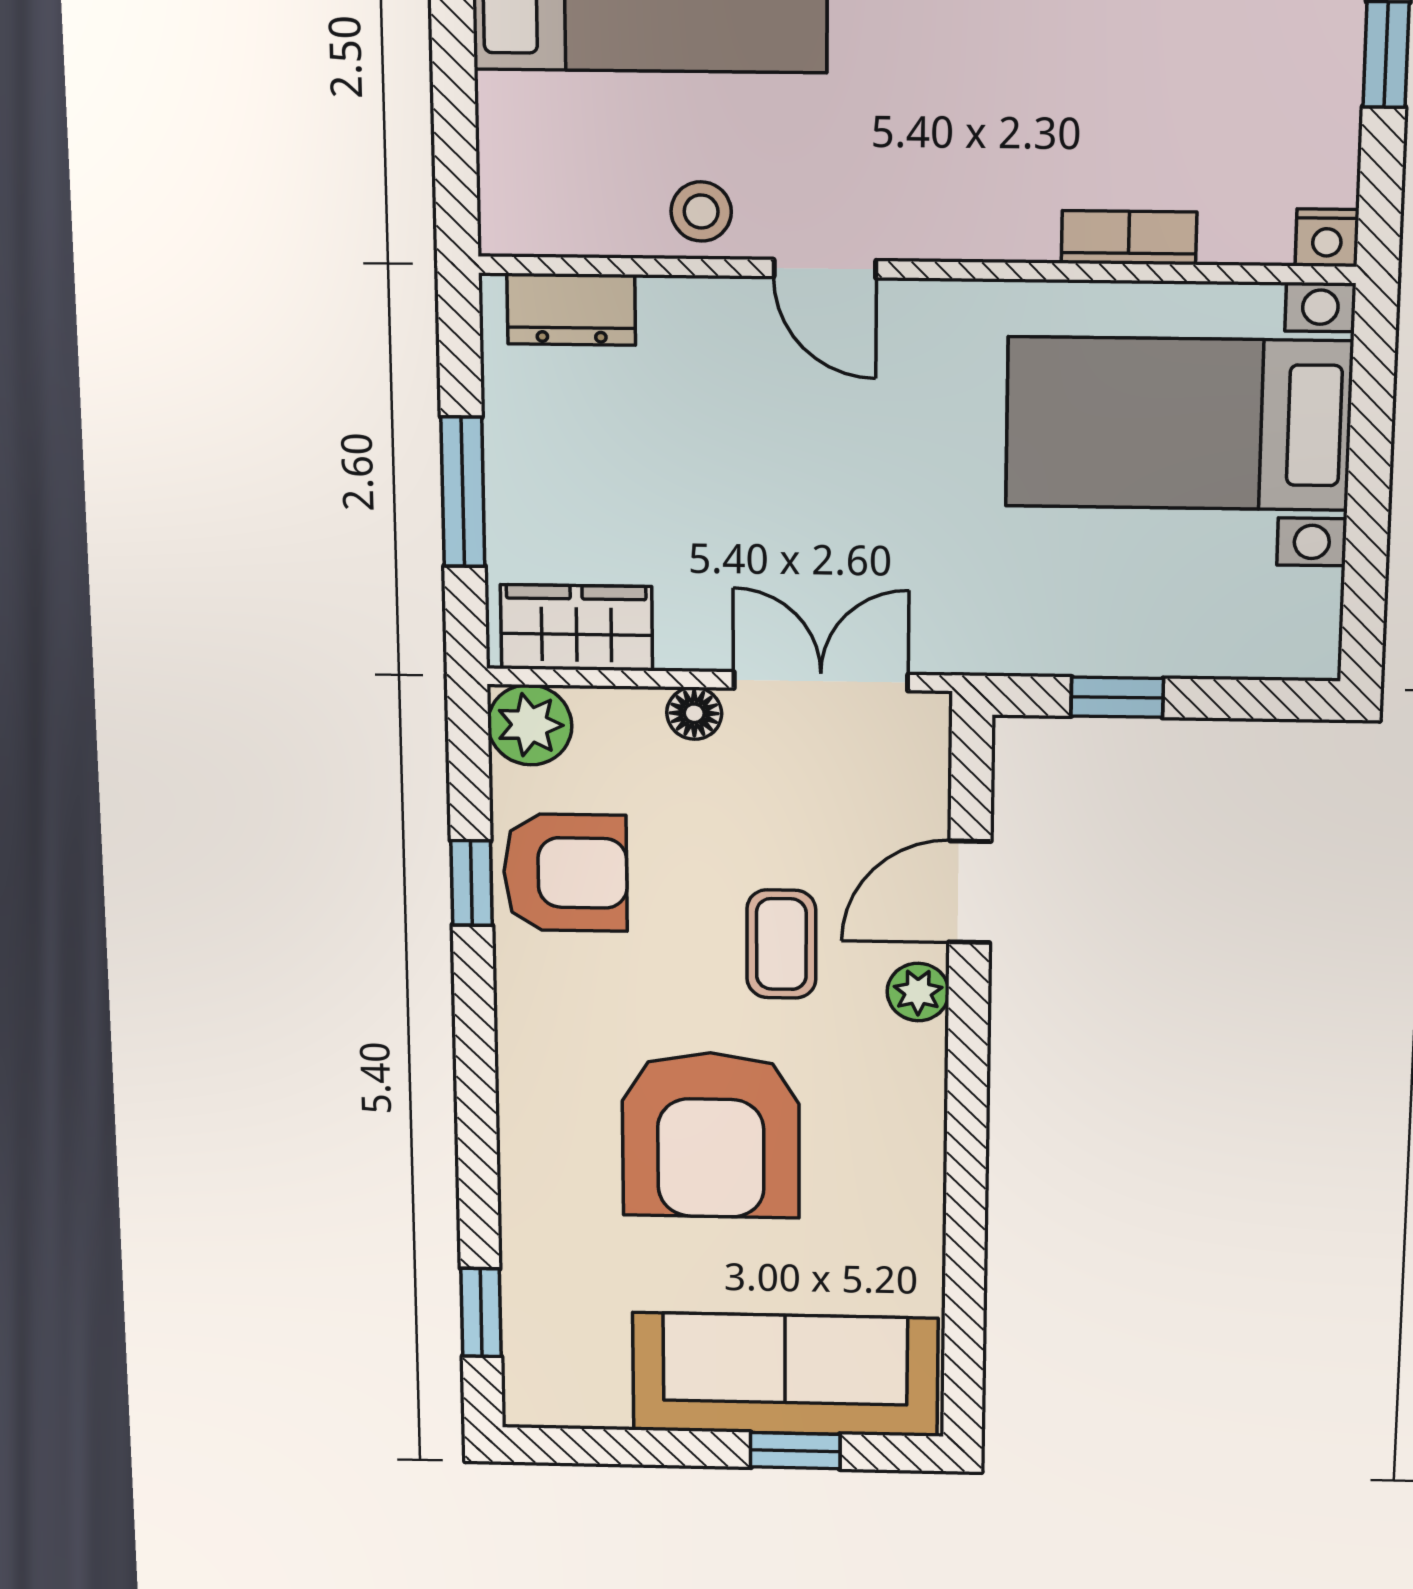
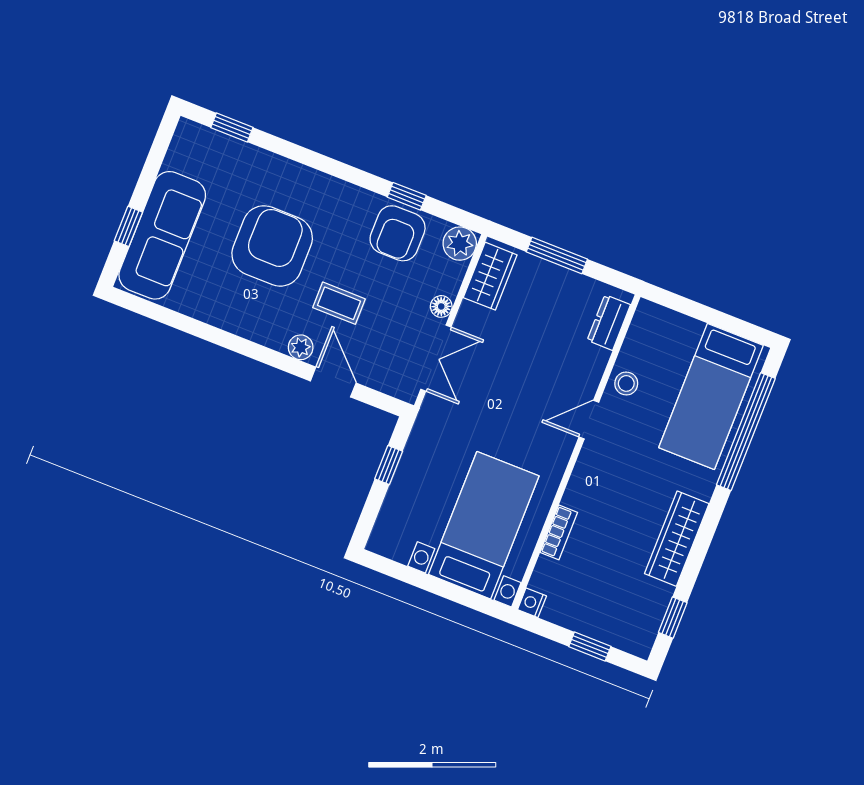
armchair: (711, 1135) -> (272, 246), turned 90

